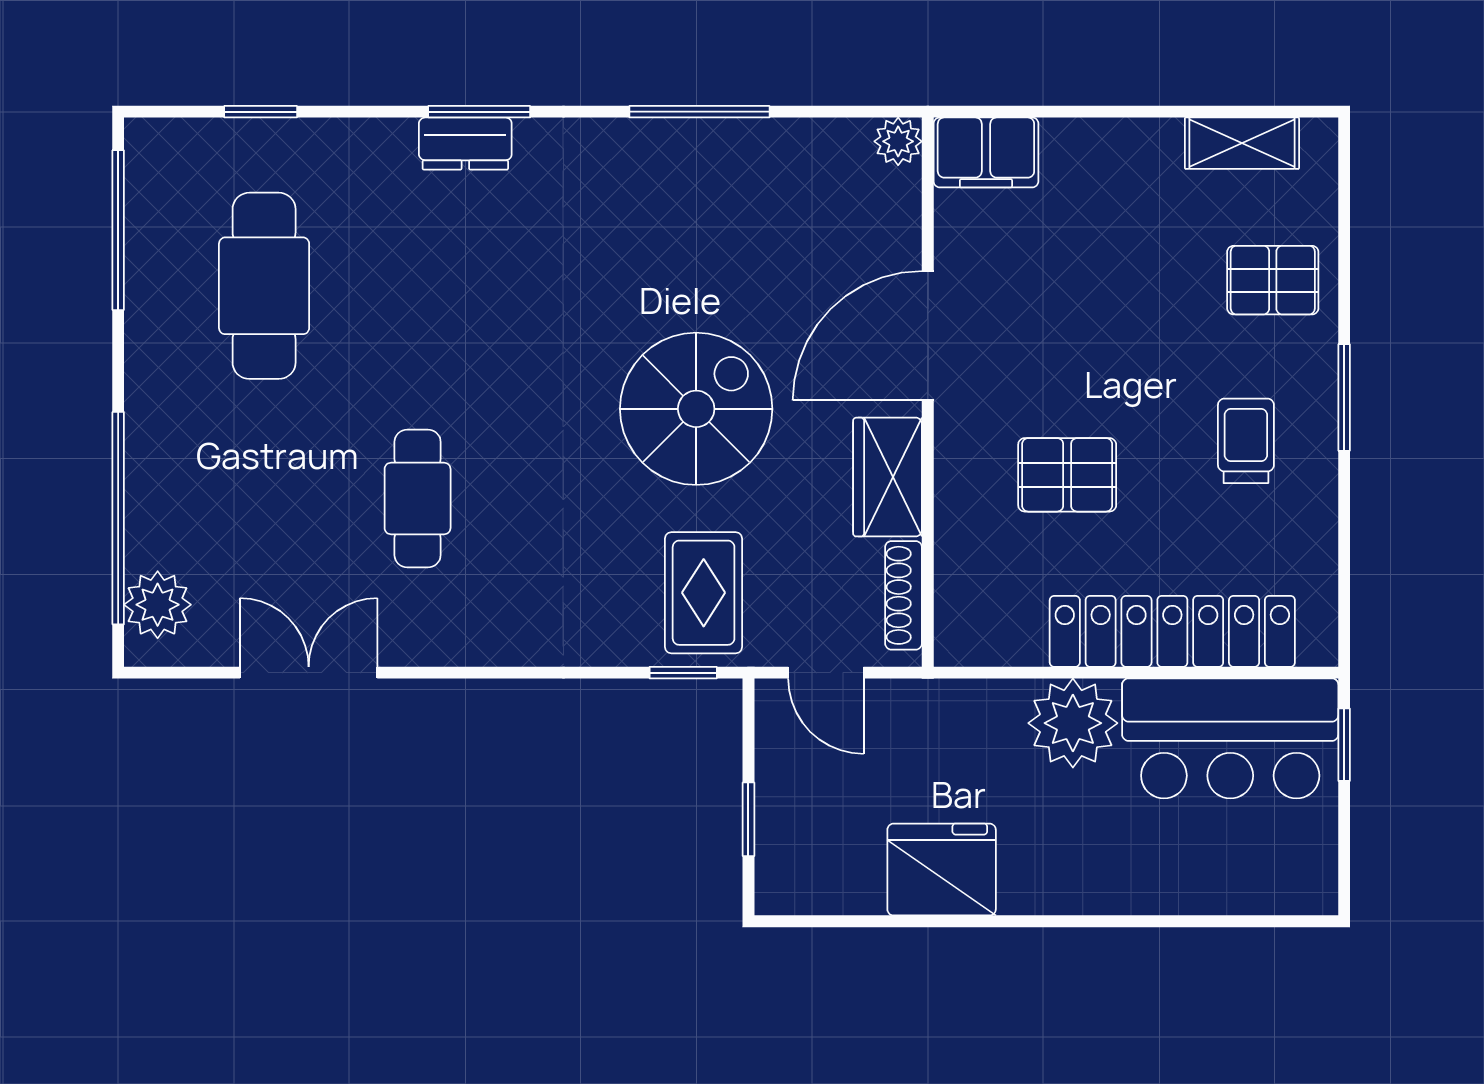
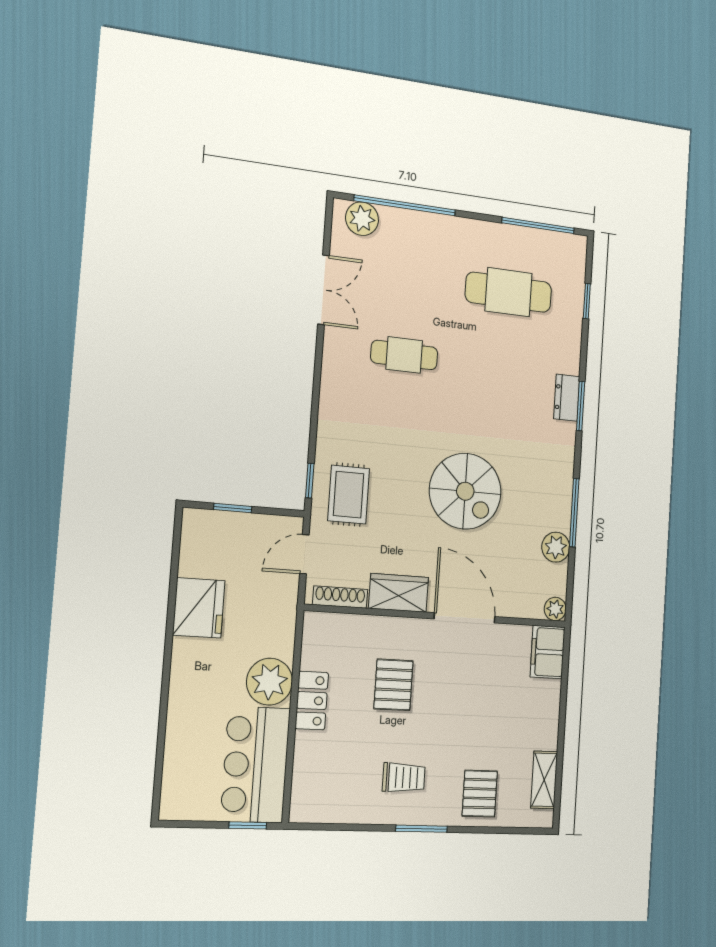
plant: (773, 148) -> (556, 547), added
spiral stairs: (696, 409) -> (465, 491), moved
rug: (704, 593) -> (349, 495), turned 90
locker: (1172, 631) -> (312, 701), width x0.46, depth x0.83

